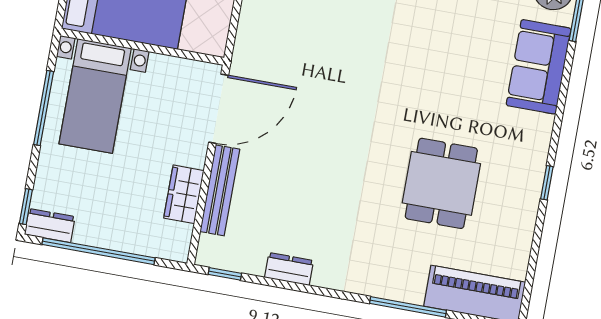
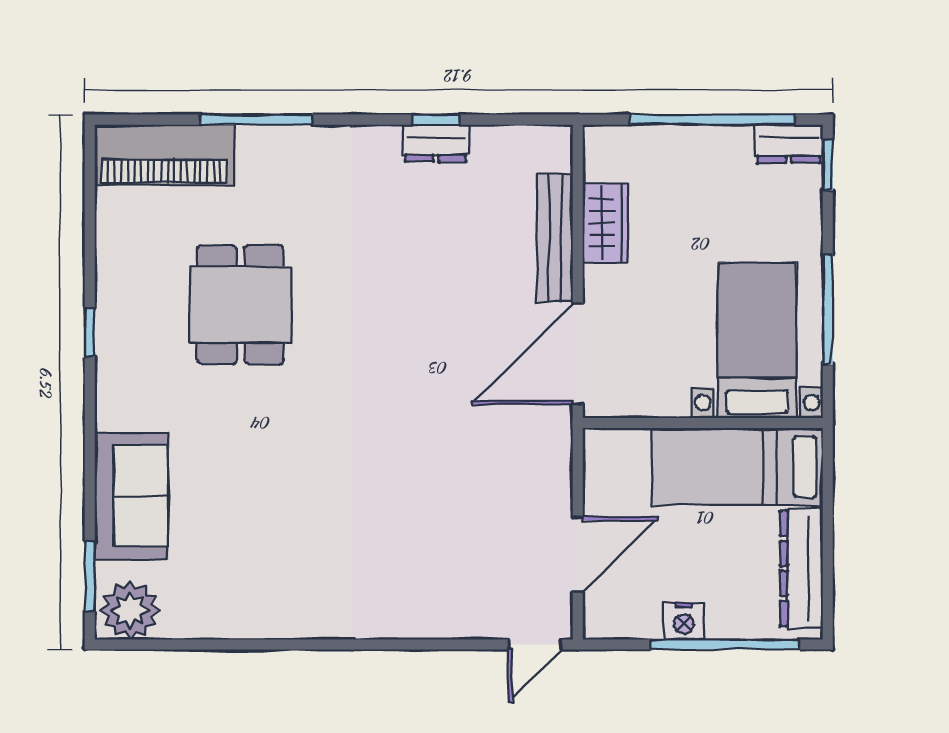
window: (225, 274) -> (436, 120), moved

